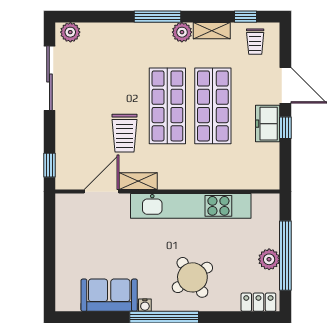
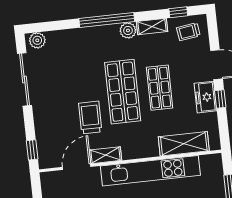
window: (157, 17) -> (107, 20), width x1.46
trolley: (255, 42) -> (188, 32), turned 82
shop shelf: (213, 106) -> (160, 88), width x0.70, depth x0.74
trolley: (125, 133) -> (90, 117), turned 180
shelving: (235, 178) -> (184, 144), added

